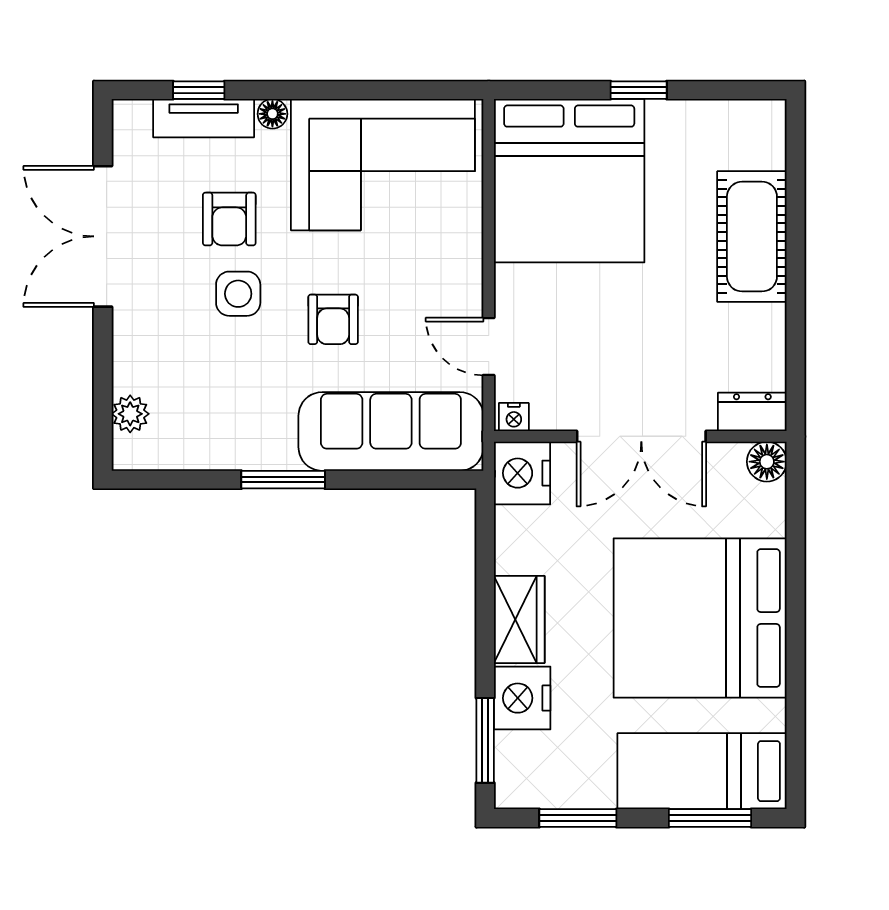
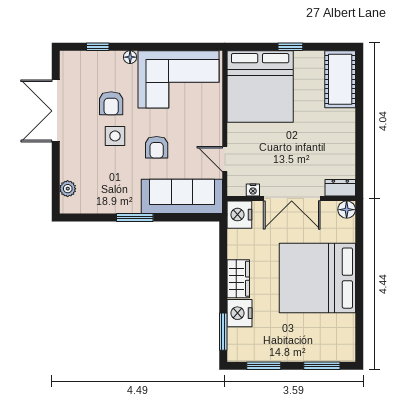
tv unit: (204, 118) -> (100, 59), removed
cot: (752, 237) -> (340, 79), moved
nightstand: (514, 417) -> (253, 190), moved
bed: (702, 771) -> (318, 345), removed

